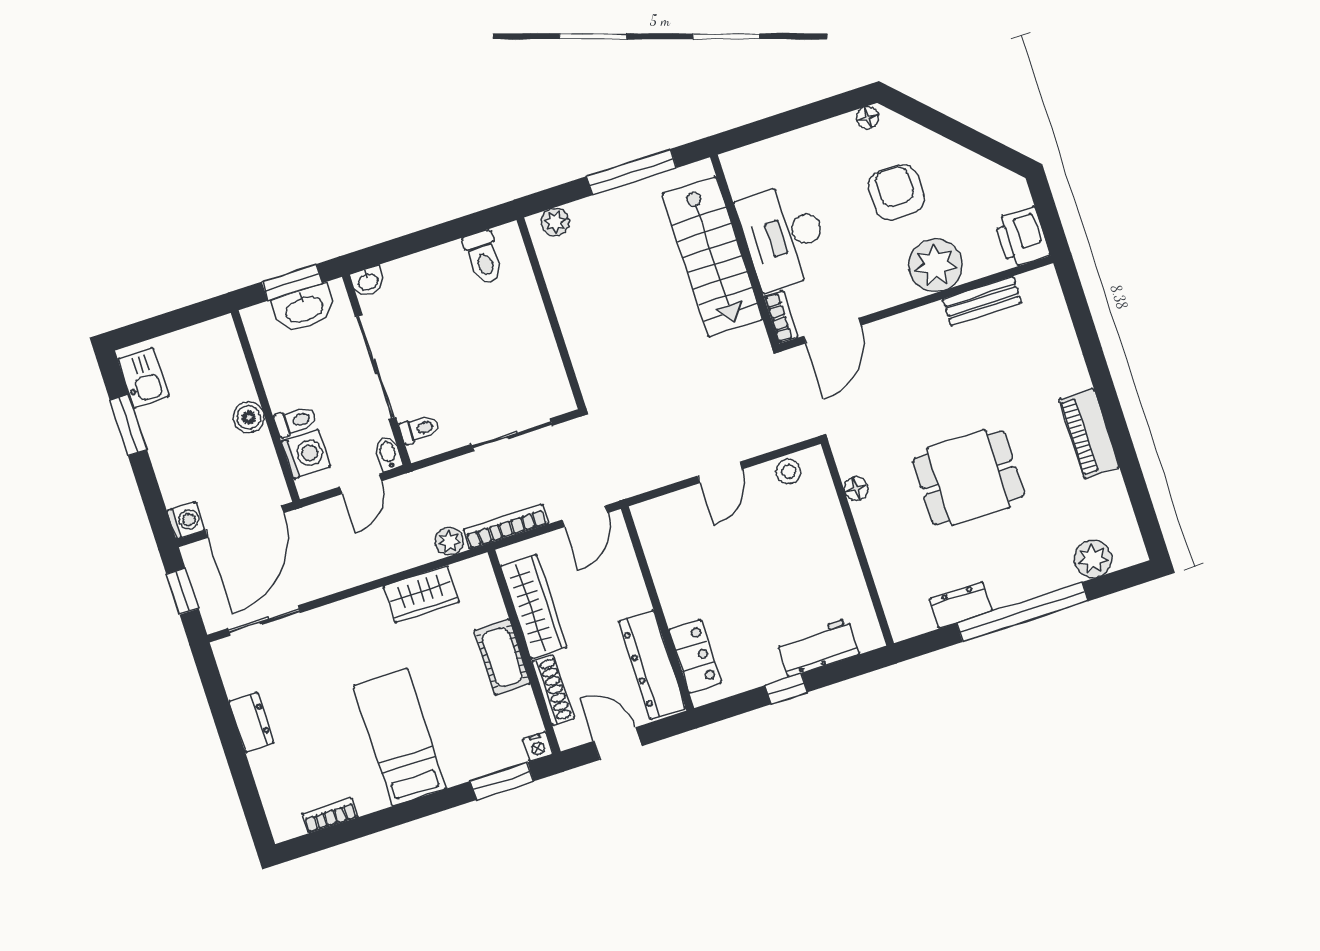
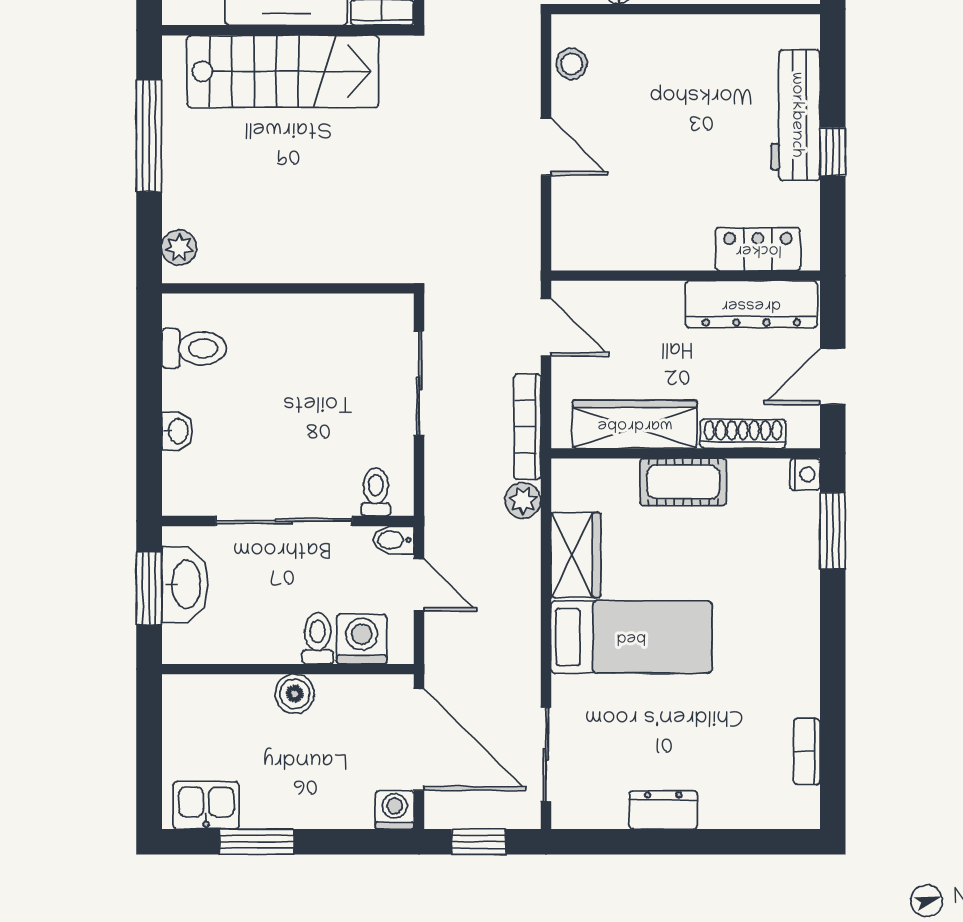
washbasin: (368, 281) -> (177, 431), moved
workbench: (818, 648) -> (796, 115), width x1.38
bed: (400, 737) -> (631, 637), moved, turned 180

